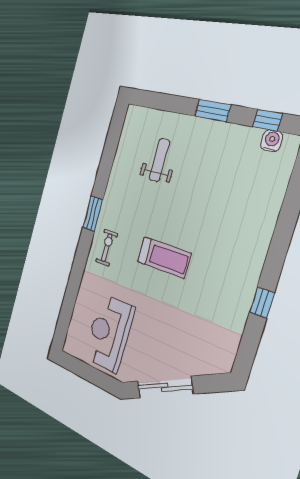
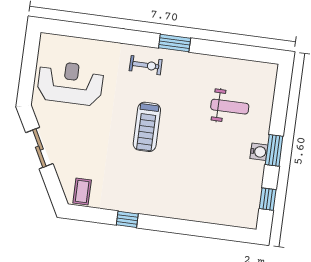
water cooler: (272, 141) -> (259, 152), moved
coffee table: (219, 351) -> (82, 192), added
sliding door: (165, 387) -> (39, 148), width x0.73

